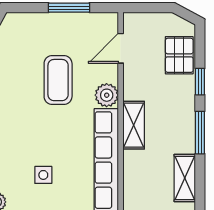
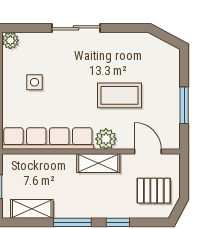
pallet: (179, 55) -> (154, 191), moved
shelving: (134, 125) -> (98, 163), moved

